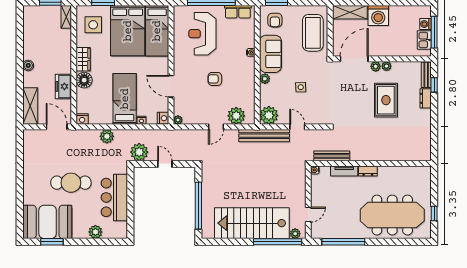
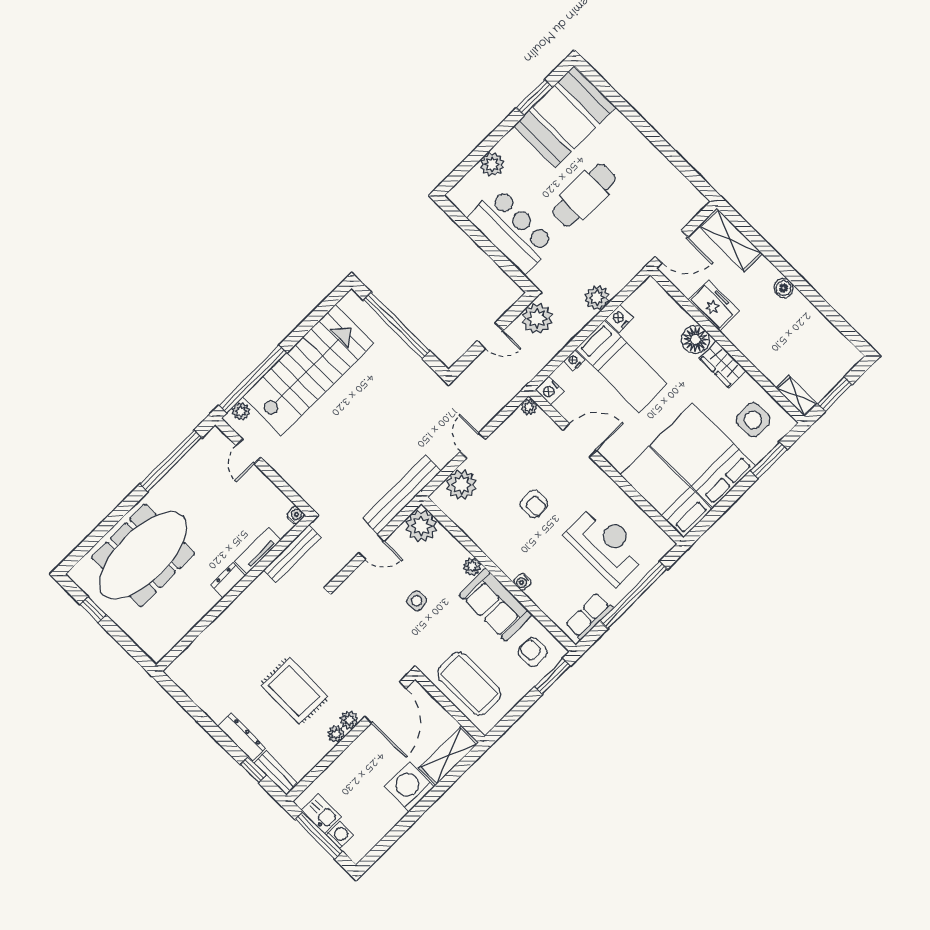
armchair: (215, 79) -> (534, 504), turned 90
dresser: (426, 98) -> (242, 737), width x1.44
nightstand: (82, 119) -> (619, 318), moved

